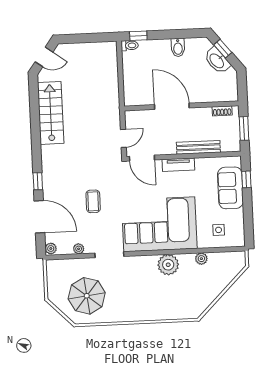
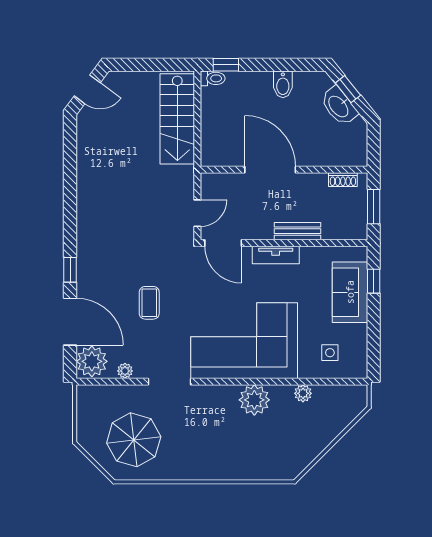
stairs: (51, 113) -> (177, 119), moved, turned 180
bench: (198, 147) -> (298, 231), width x0.73
plant: (51, 249) -> (92, 361), width x1.87, depth x1.87

